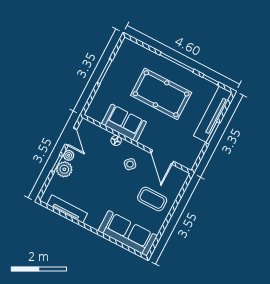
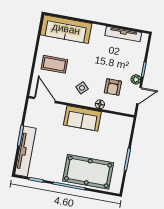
pool table: (161, 94) -> (88, 172), moved
sofa: (124, 123) -> (82, 118), moved
door: (71, 137) -> (139, 96), swing flipped
armchair: (96, 155) -> (113, 87), added
door: (162, 157) -> (45, 100), moved
plant: (64, 169) -> (136, 67), removed

